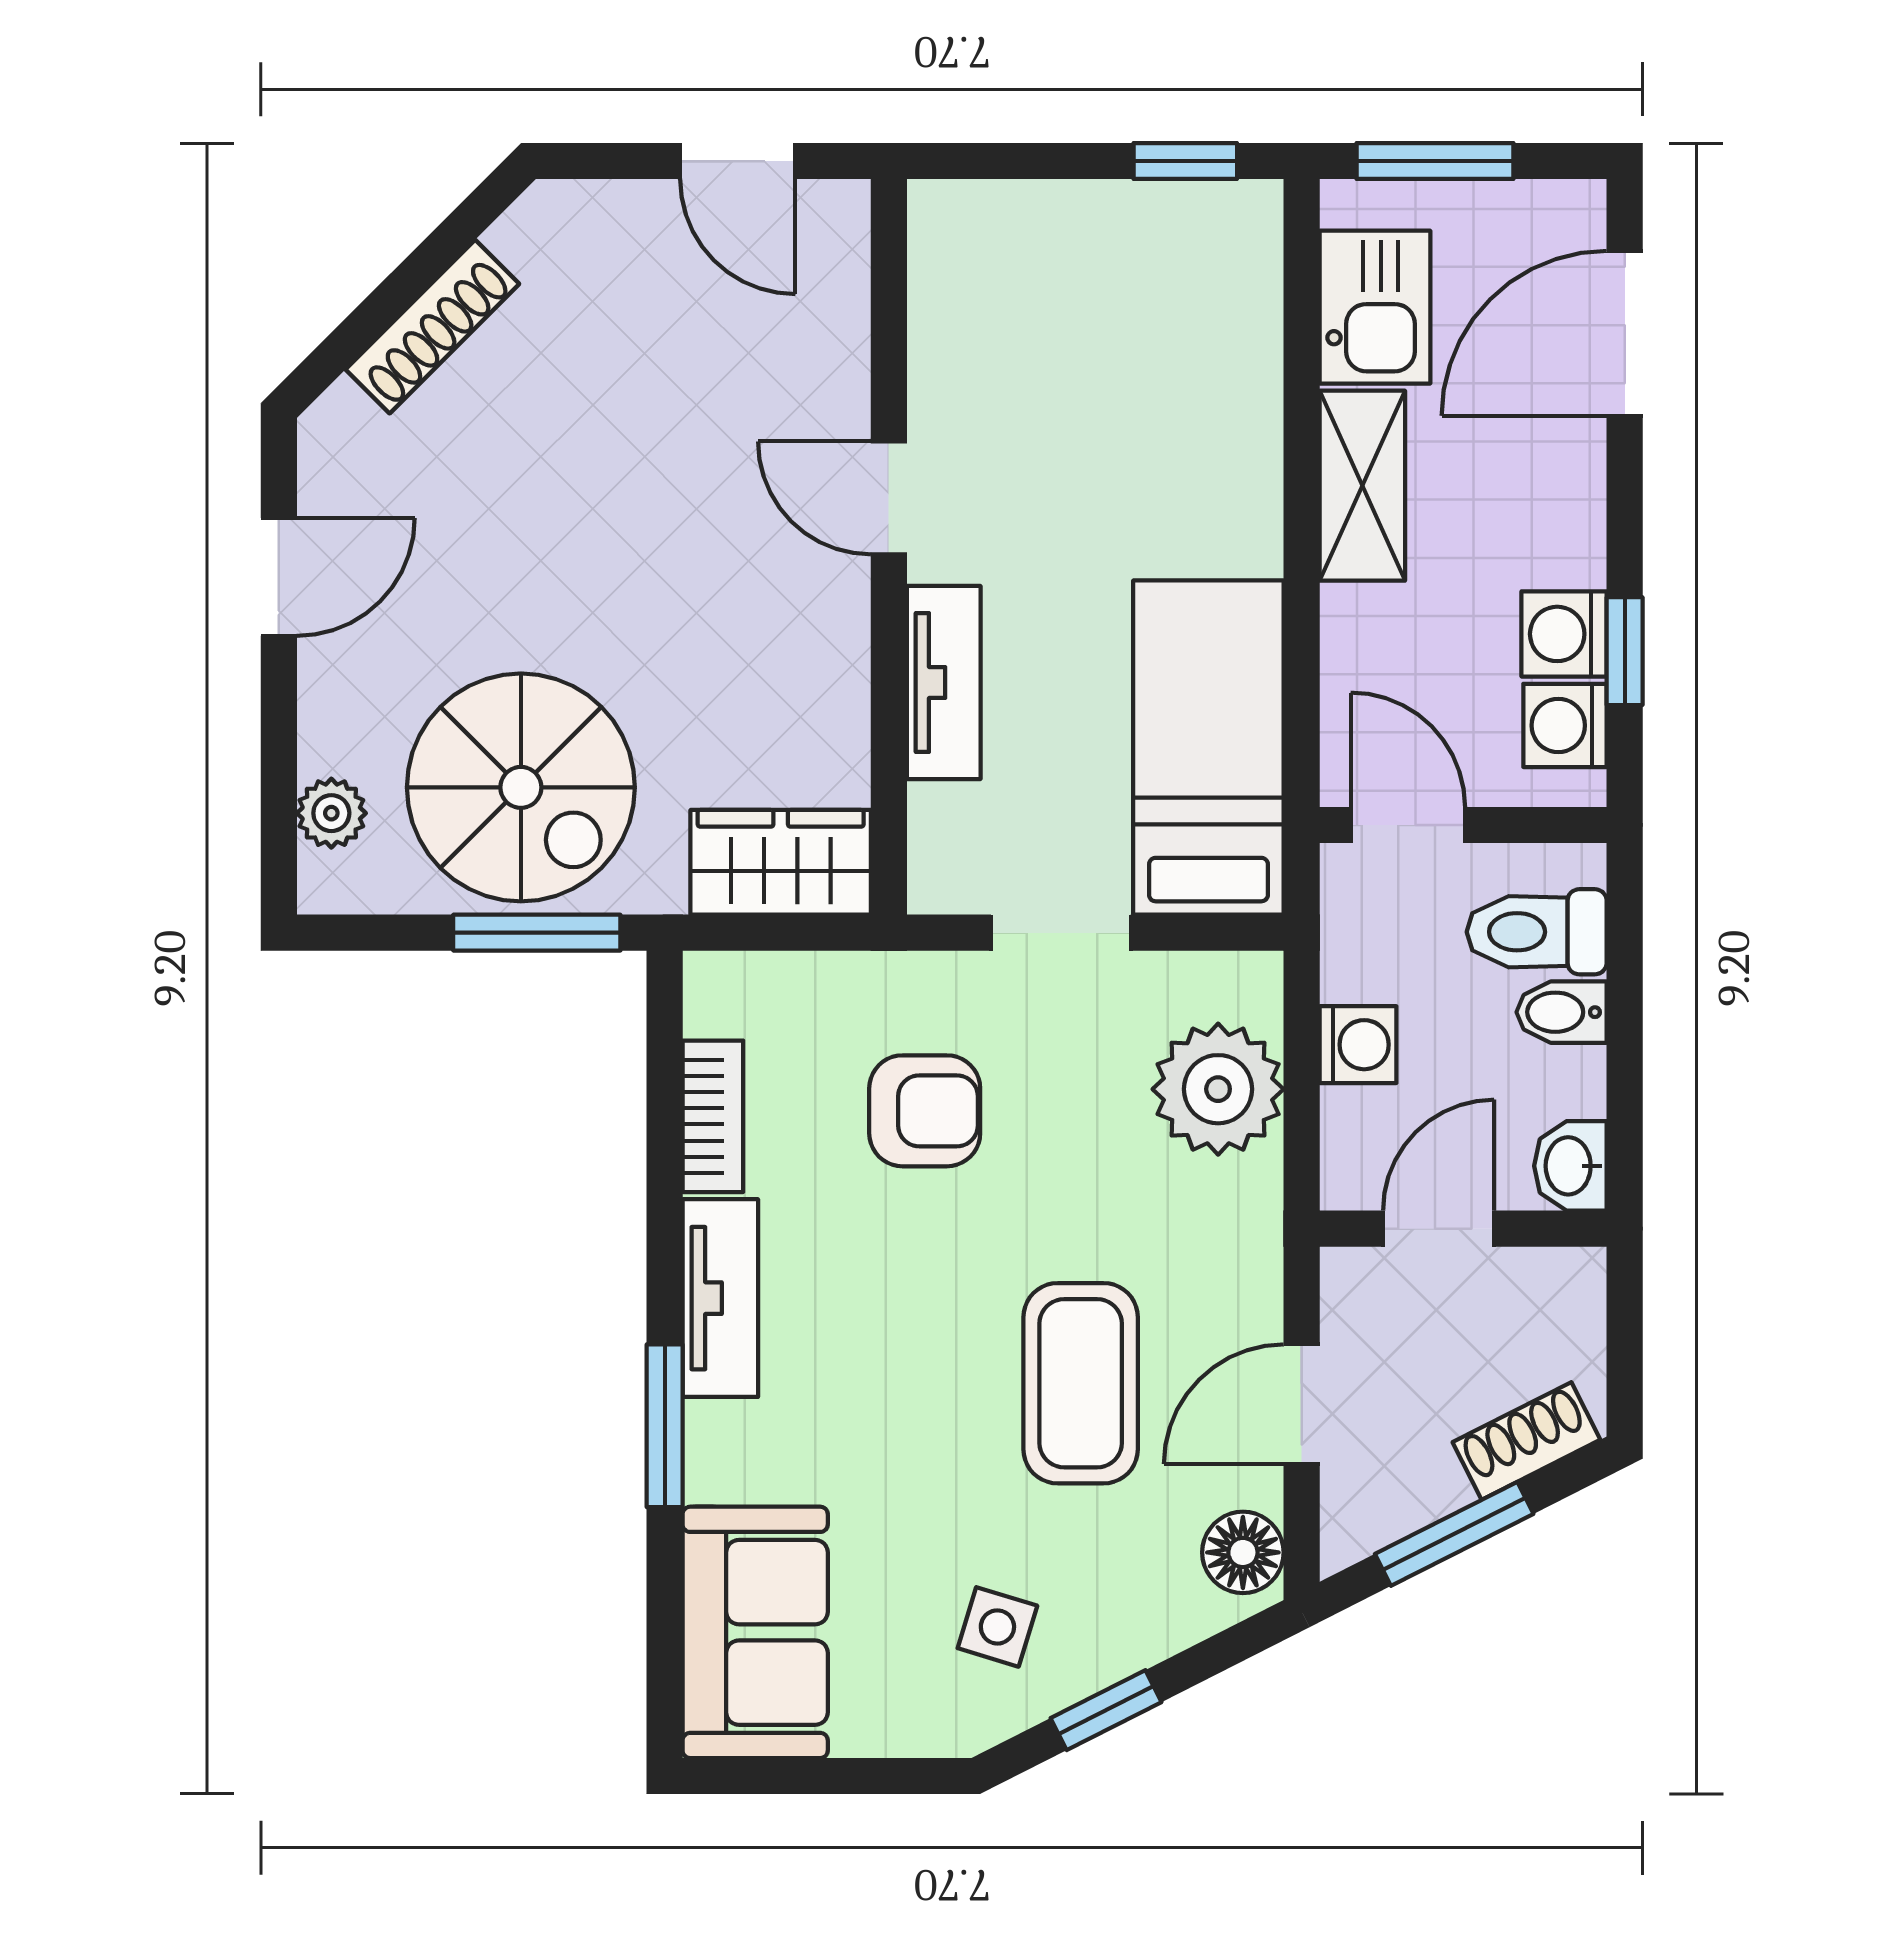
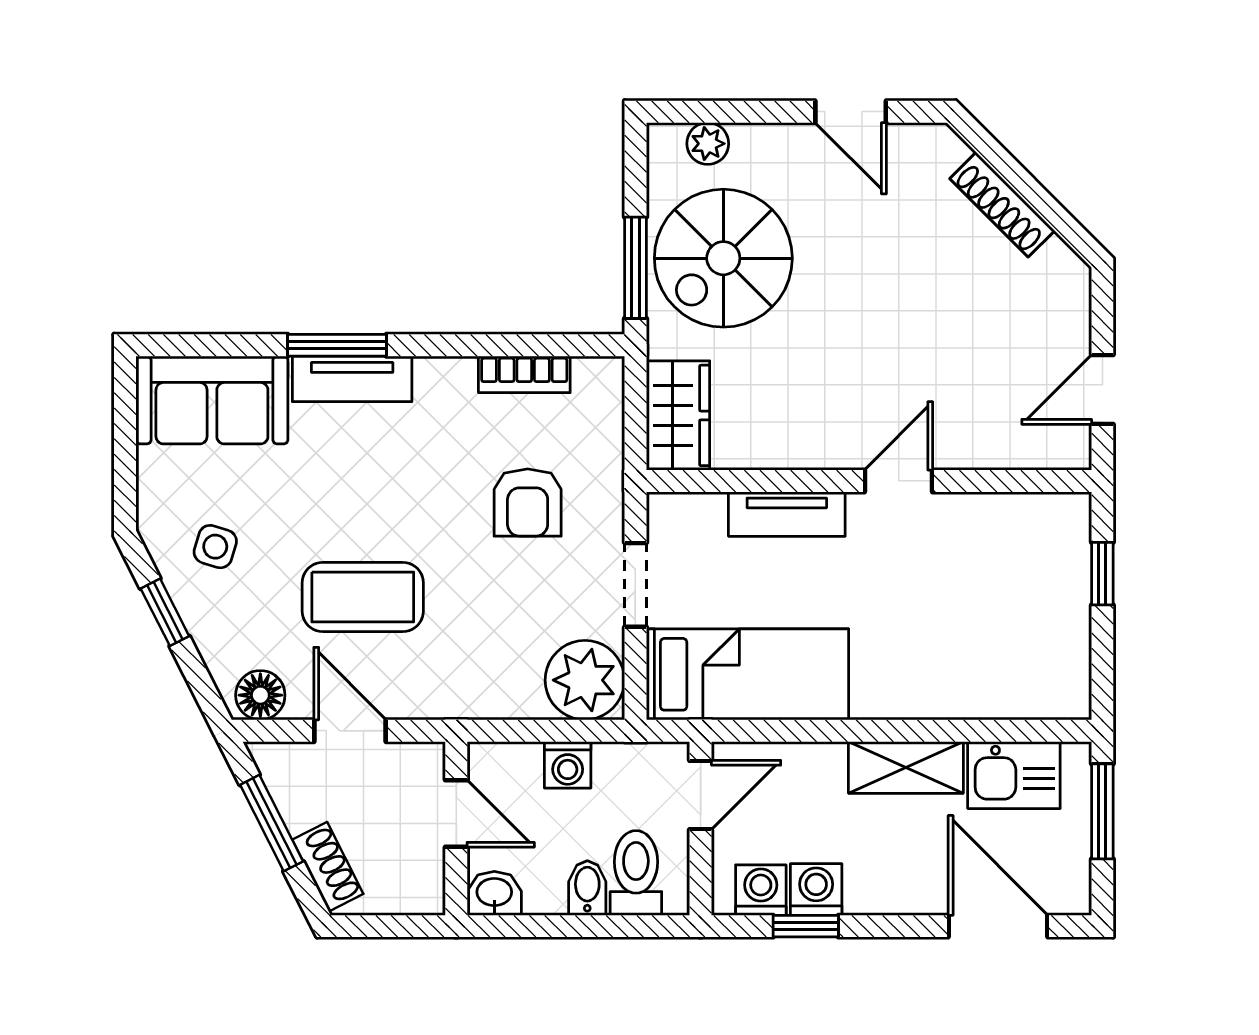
window: (1185, 161) -> (1102, 574), moved
plant: (1218, 1089) -> (585, 680), moved
tv unit: (720, 1298) -> (352, 379), moved

